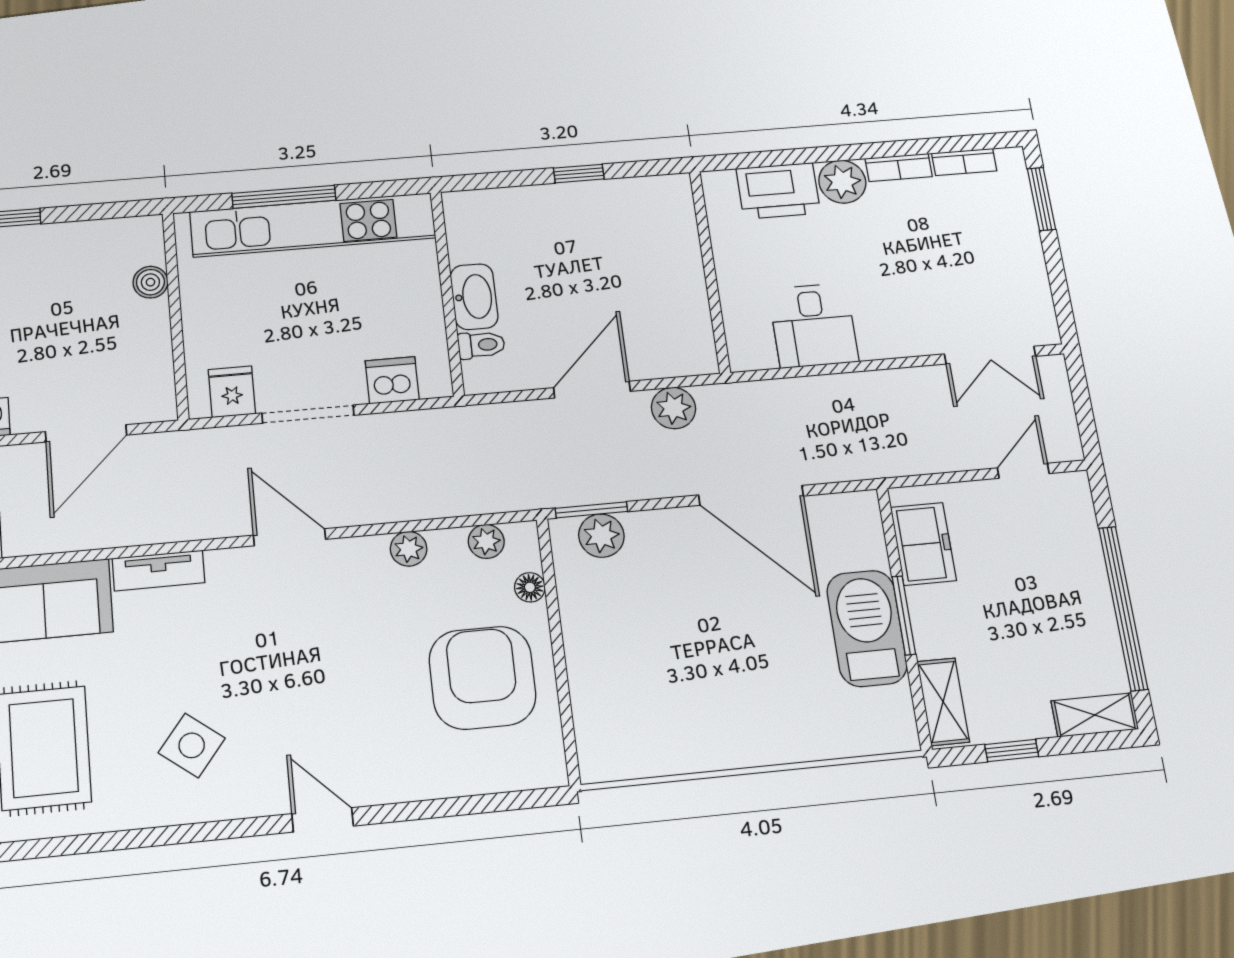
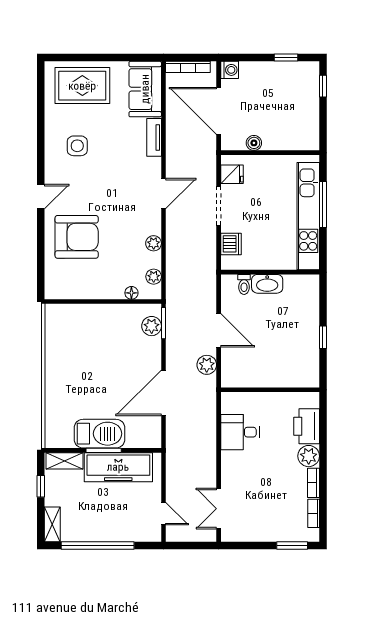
boiler: (150, 282) -> (254, 143), moved
door: (86, 433) -> (219, 111), width x1.36
freezer: (923, 544) -> (118, 467), width x1.91, depth x1.26
armchair: (482, 678) -> (77, 237), moved
side table: (192, 745) -> (77, 146), turned -38

